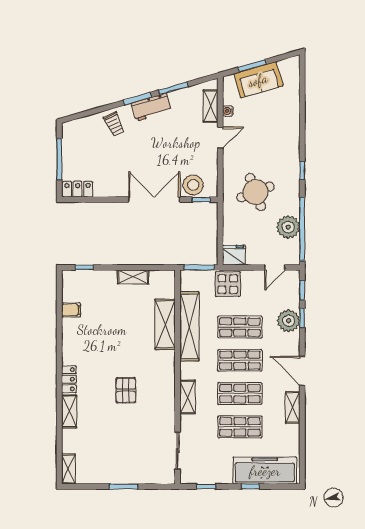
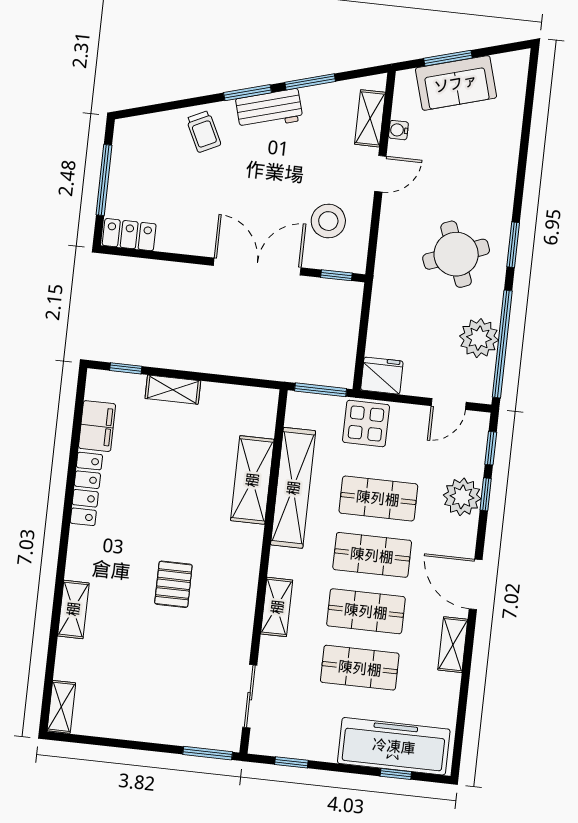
window: (302, 170) -> (513, 245), width x1.50
stool: (193, 185) -> (328, 221), moved
round table: (255, 192) -> (456, 254), moved
shelving: (133, 277) -> (173, 390), moved
filing cabinet: (71, 310) -> (97, 426), width x2.00
locker: (69, 379) -> (86, 489), moved, width x1.53
window: (124, 487) -> (208, 753), moved
window: (250, 487) -> (396, 774), moved

